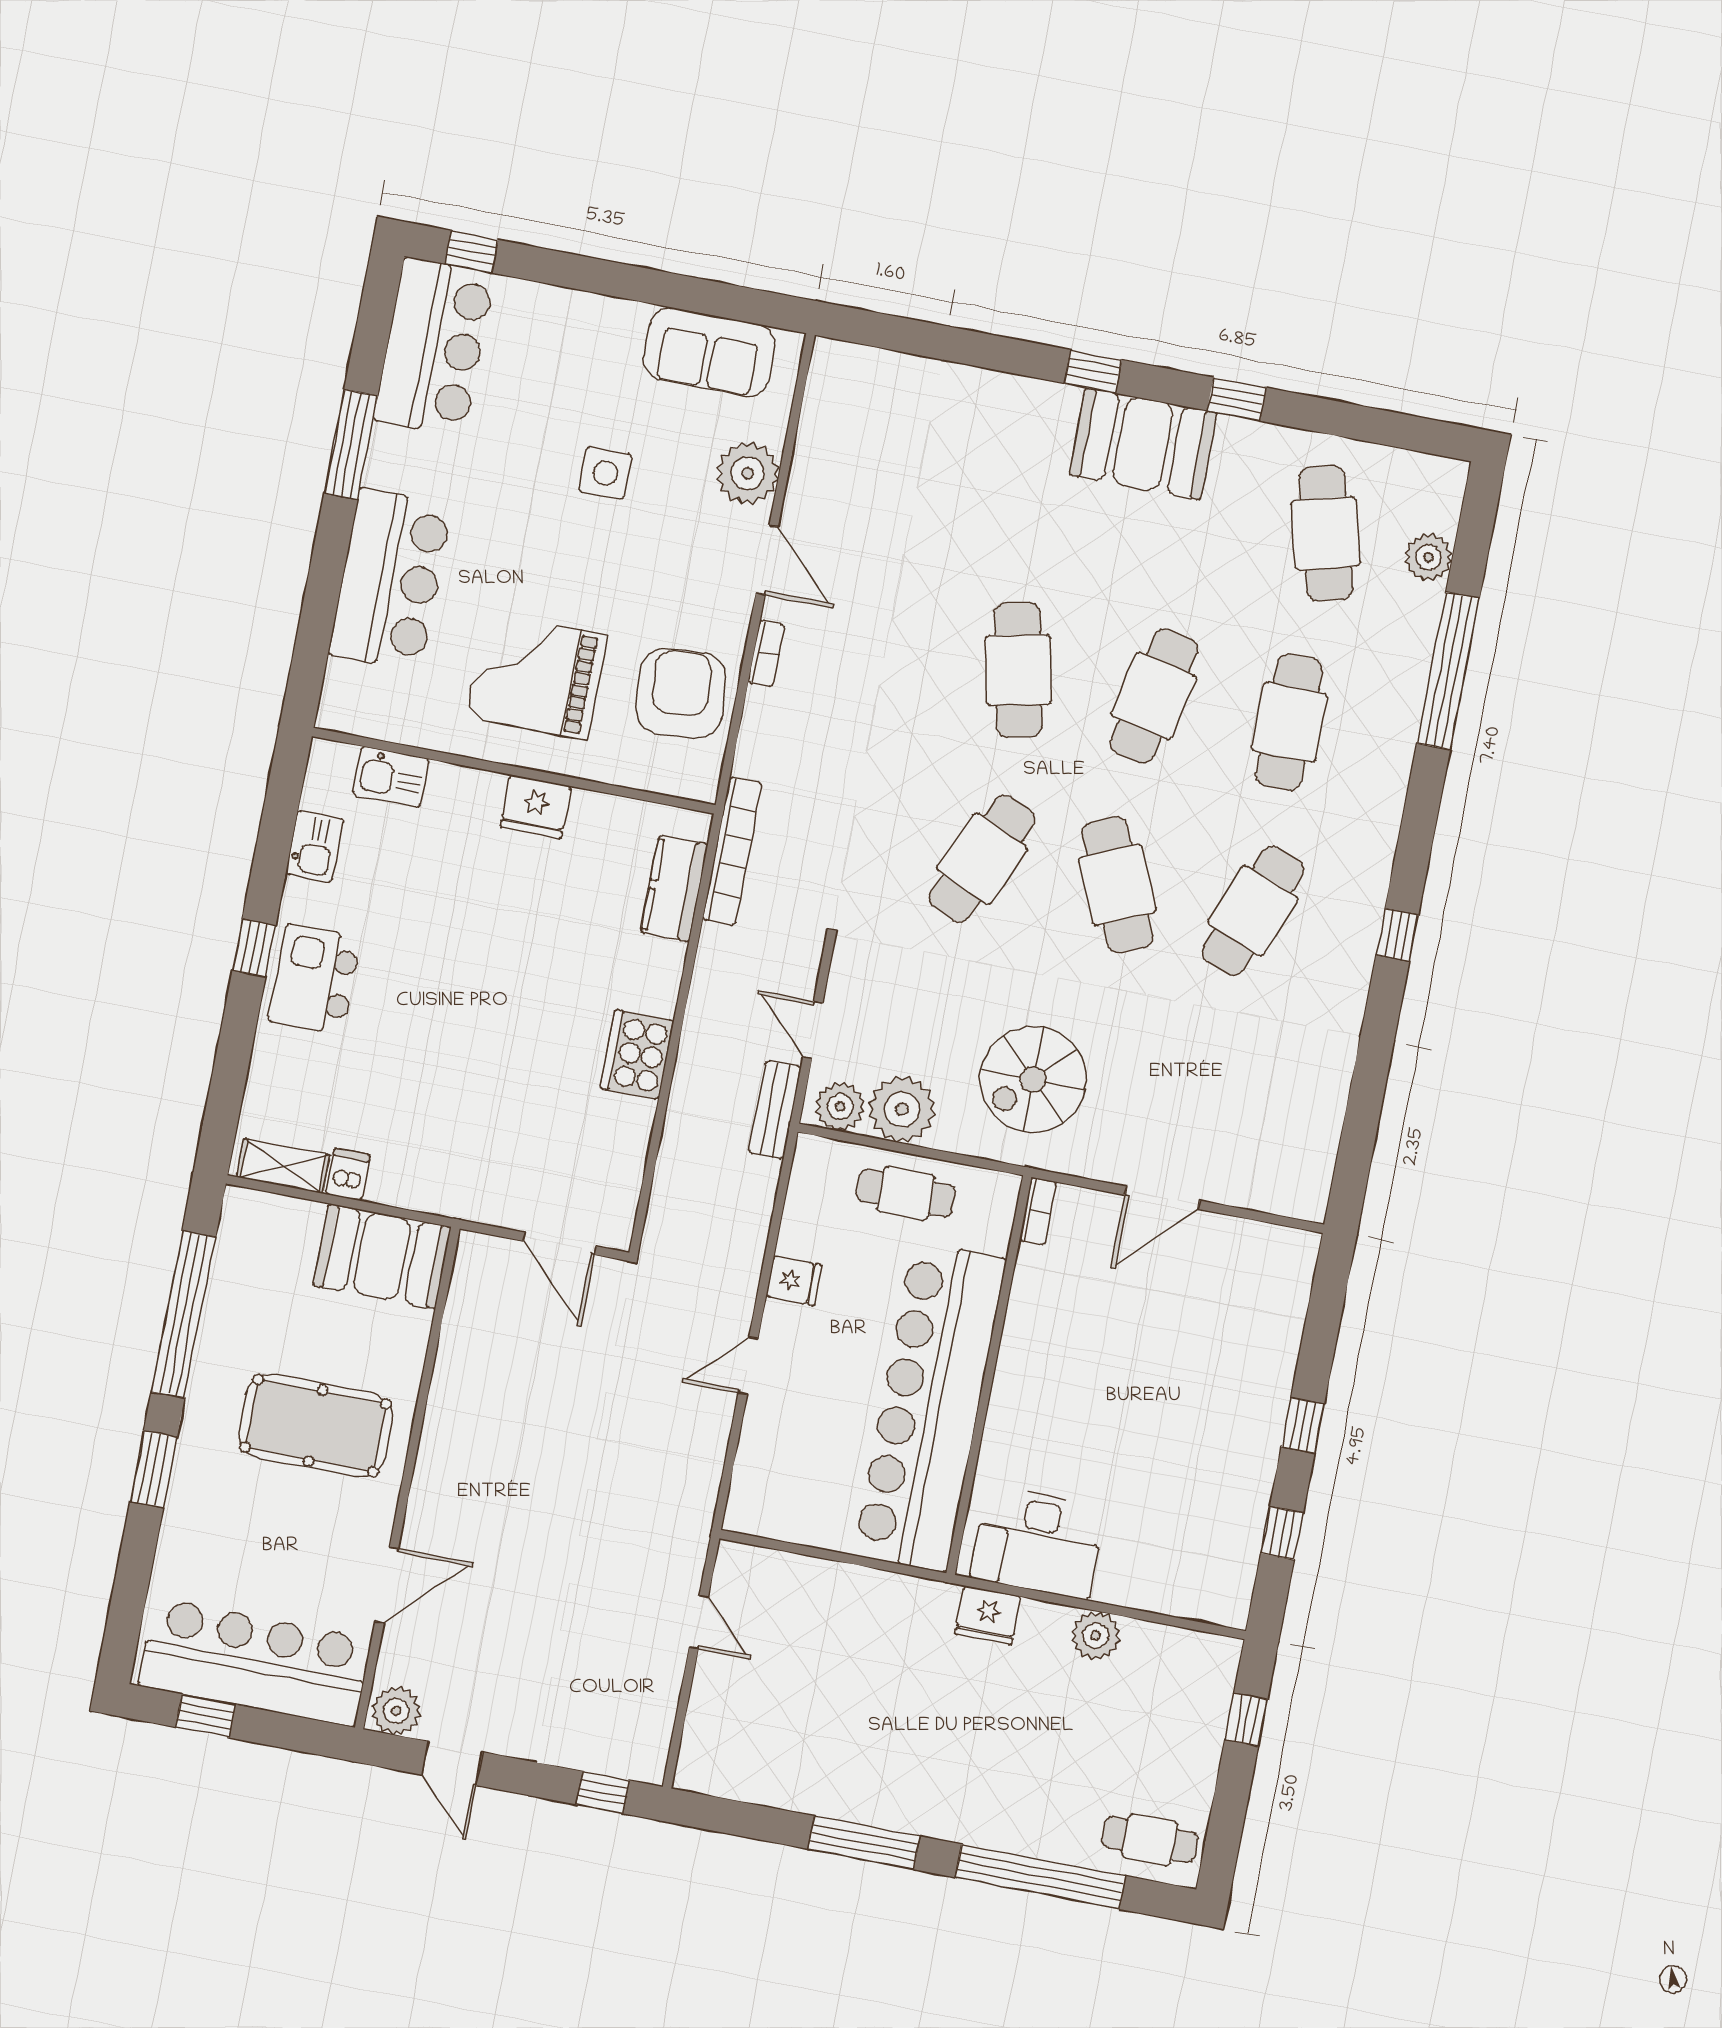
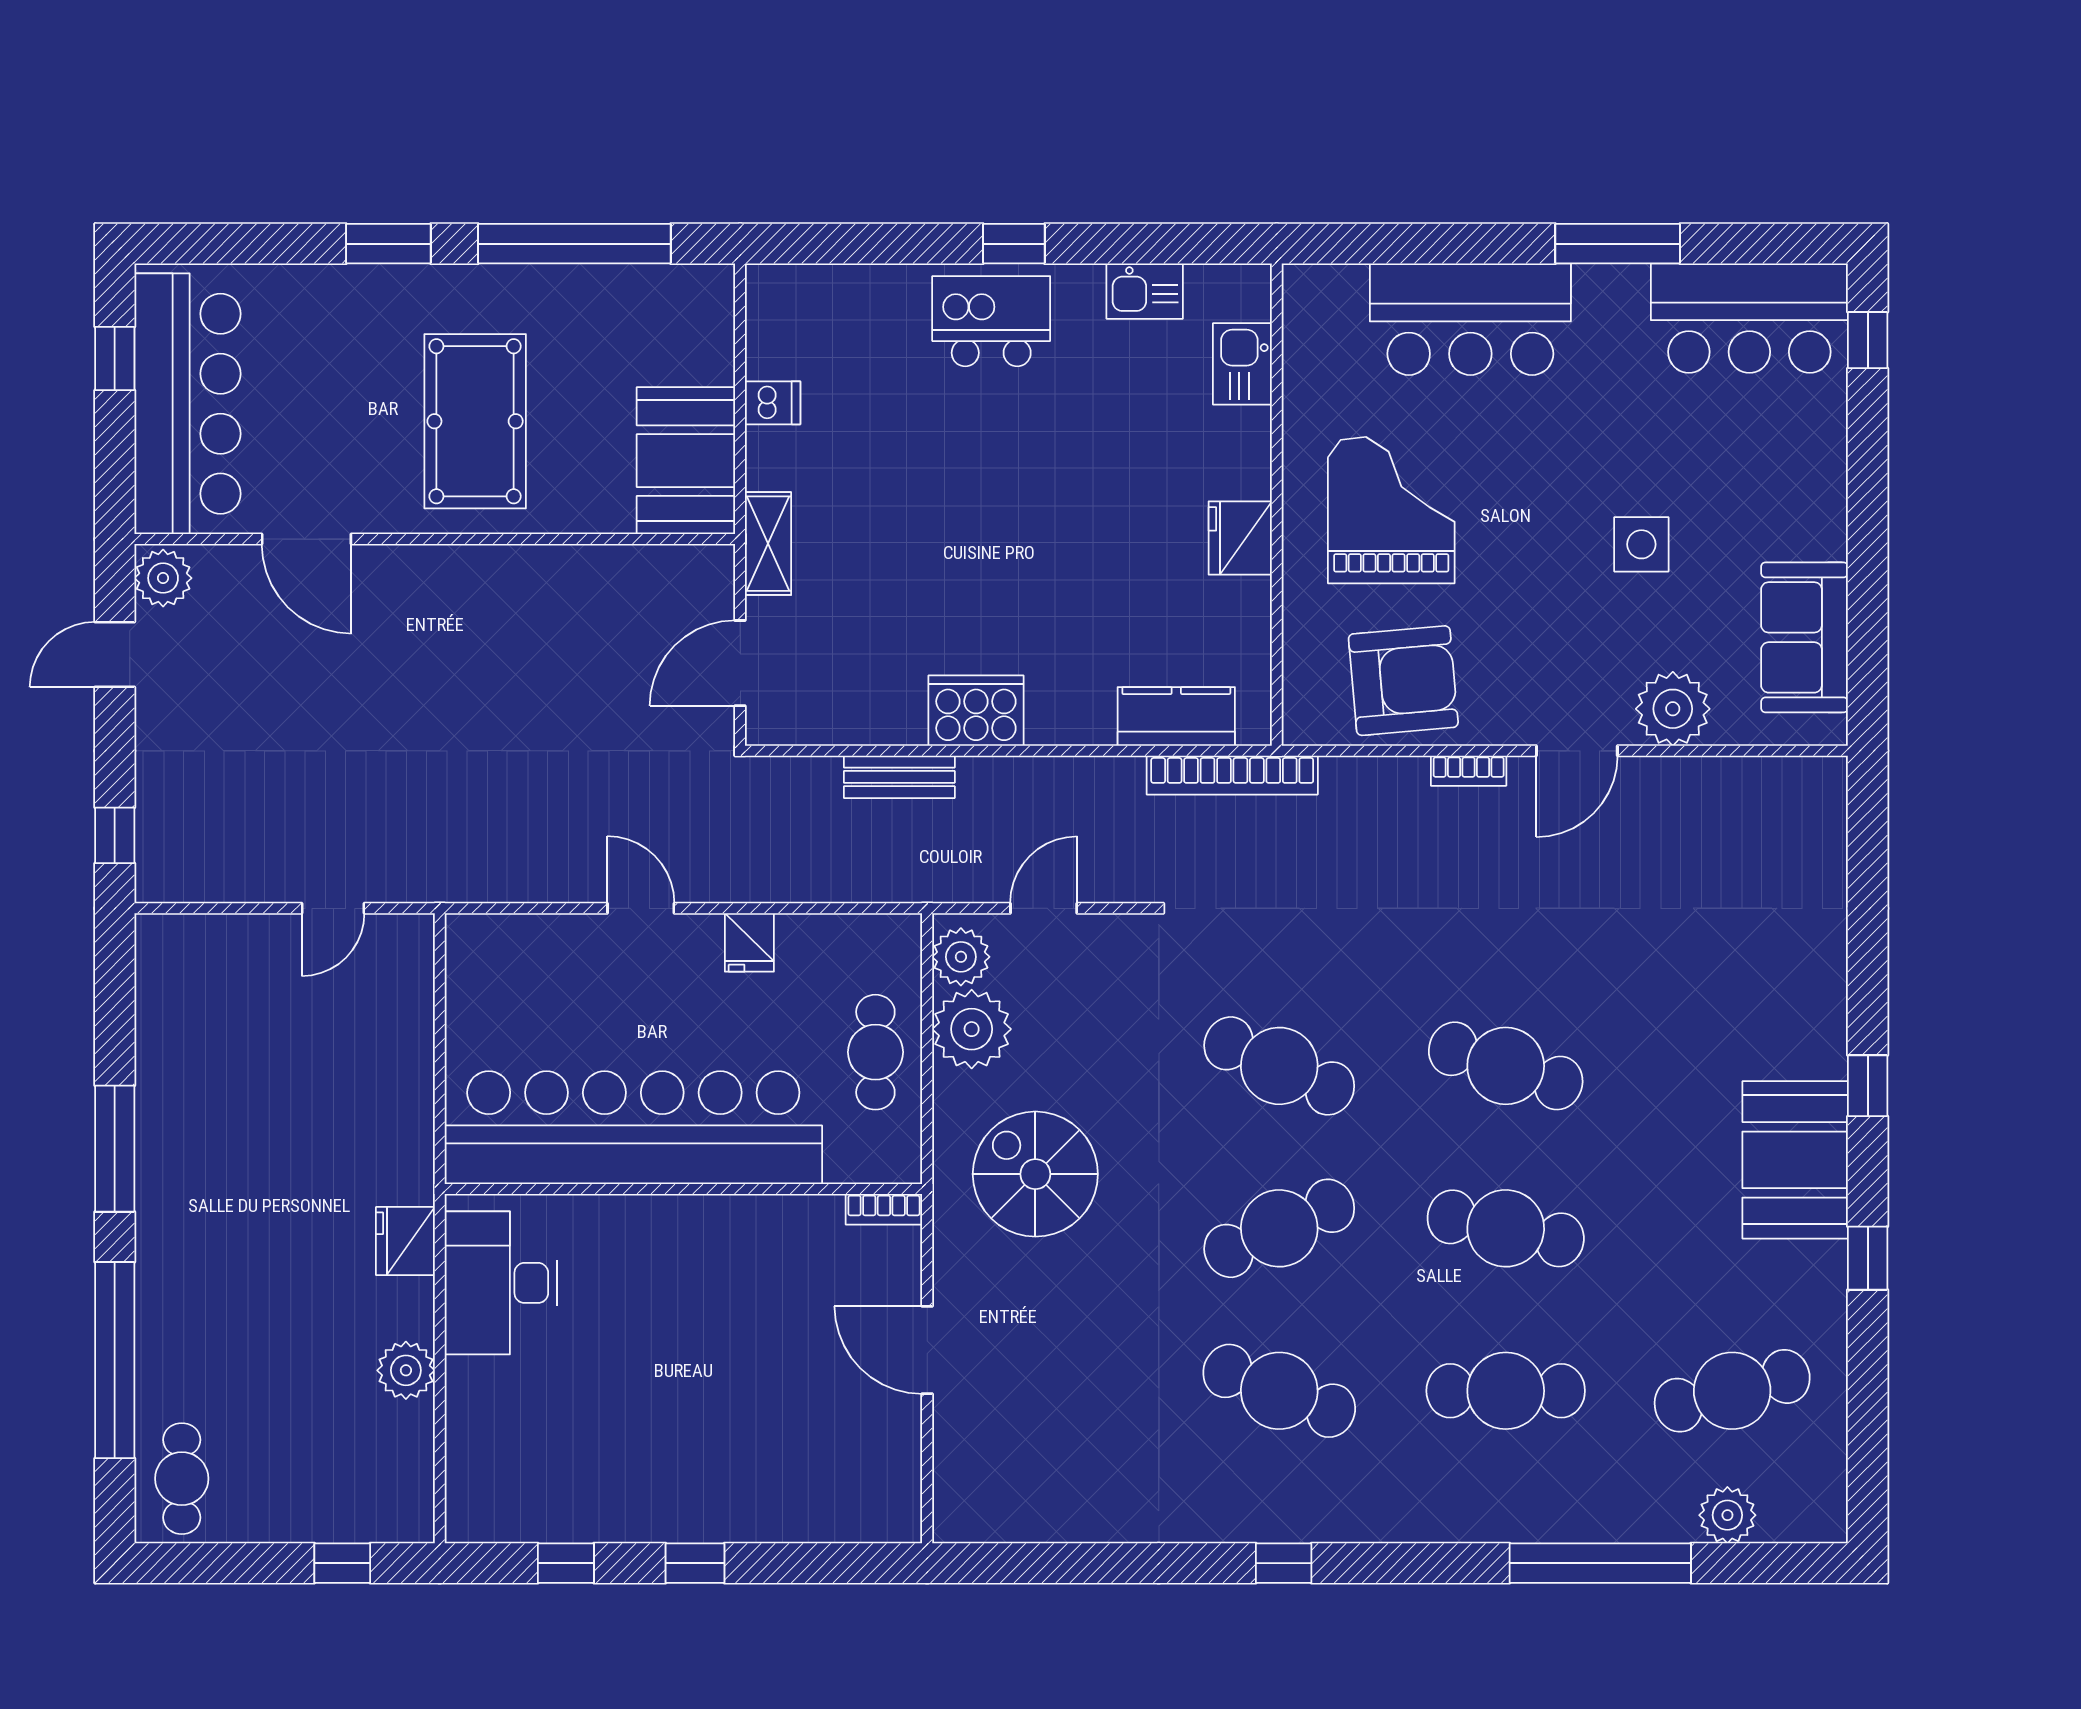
cafe table: (1018, 670) -> (1506, 1066), turned 30
bench: (775, 1110) -> (899, 777), moved
shelving: (283, 1166) -> (768, 544), moved

